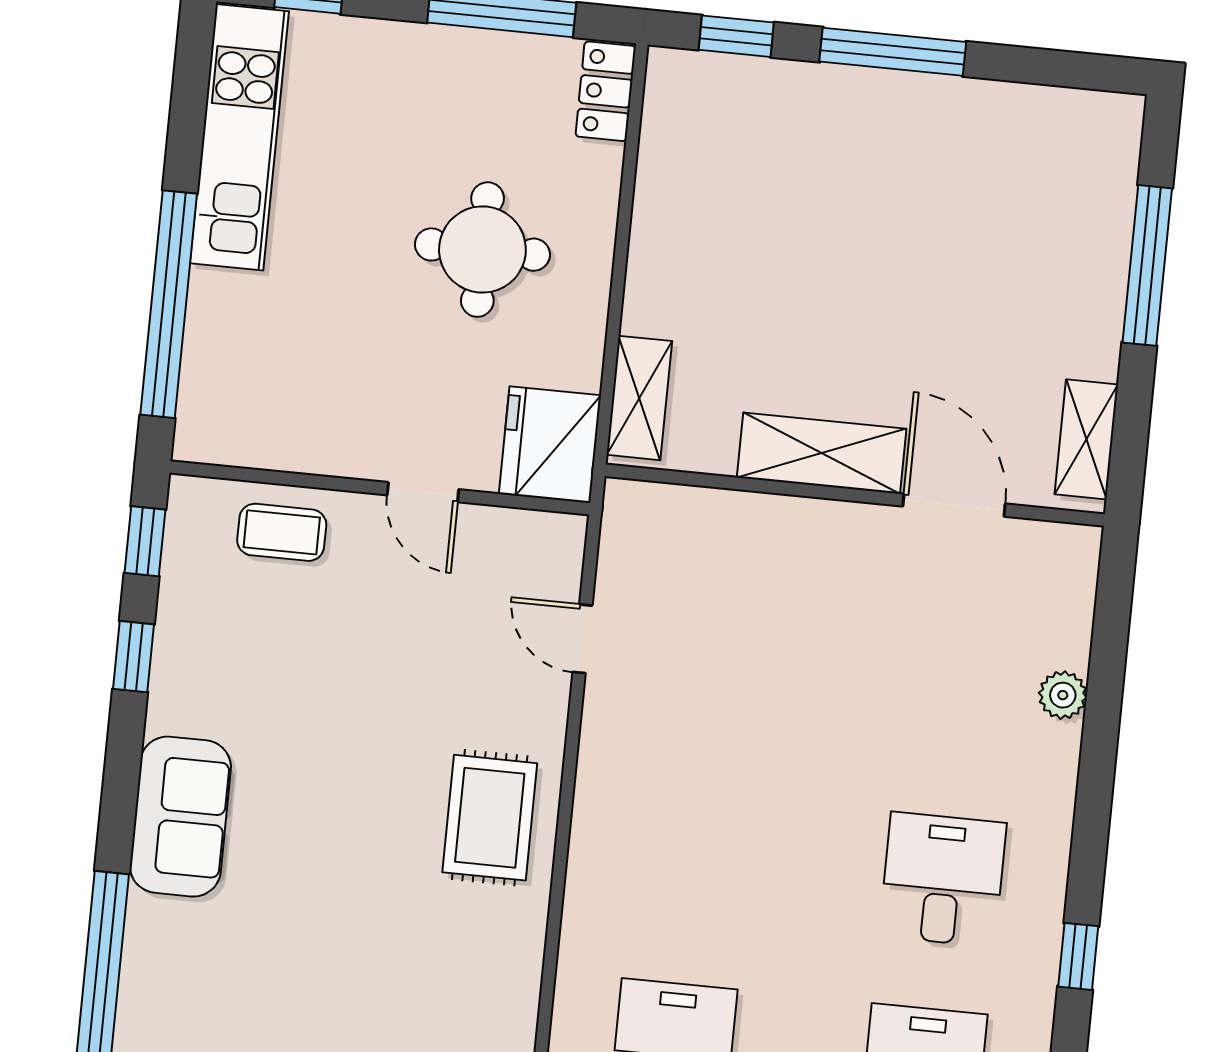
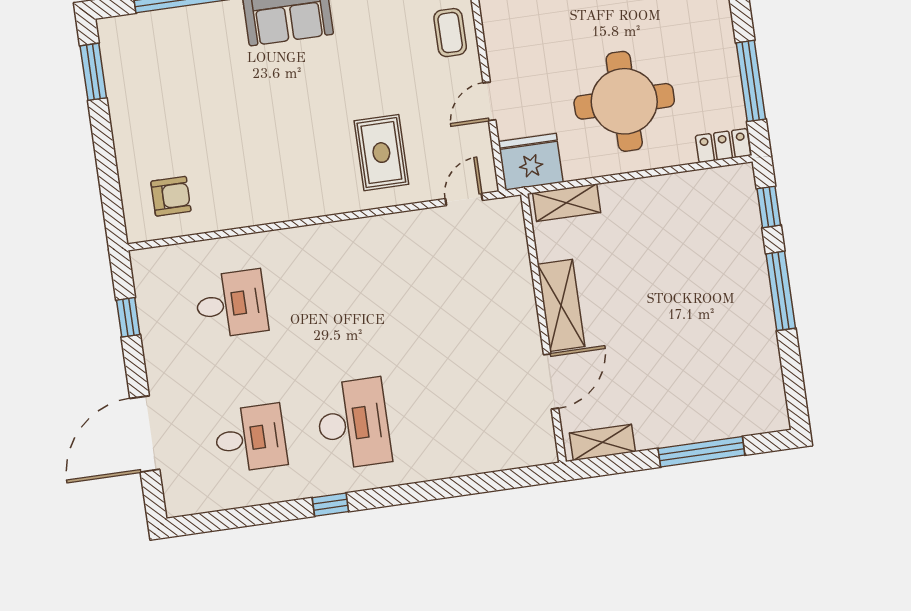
round table: (482, 250) -> (624, 101), width x1.36, depth x1.36
door: (582, 639) -> (464, 199), moved
plant: (1063, 695) -> (465, 463), removed
rug: (490, 818) -> (381, 153), moved, turned 90
desk: (943, 879) -> (353, 424), width x1.37

